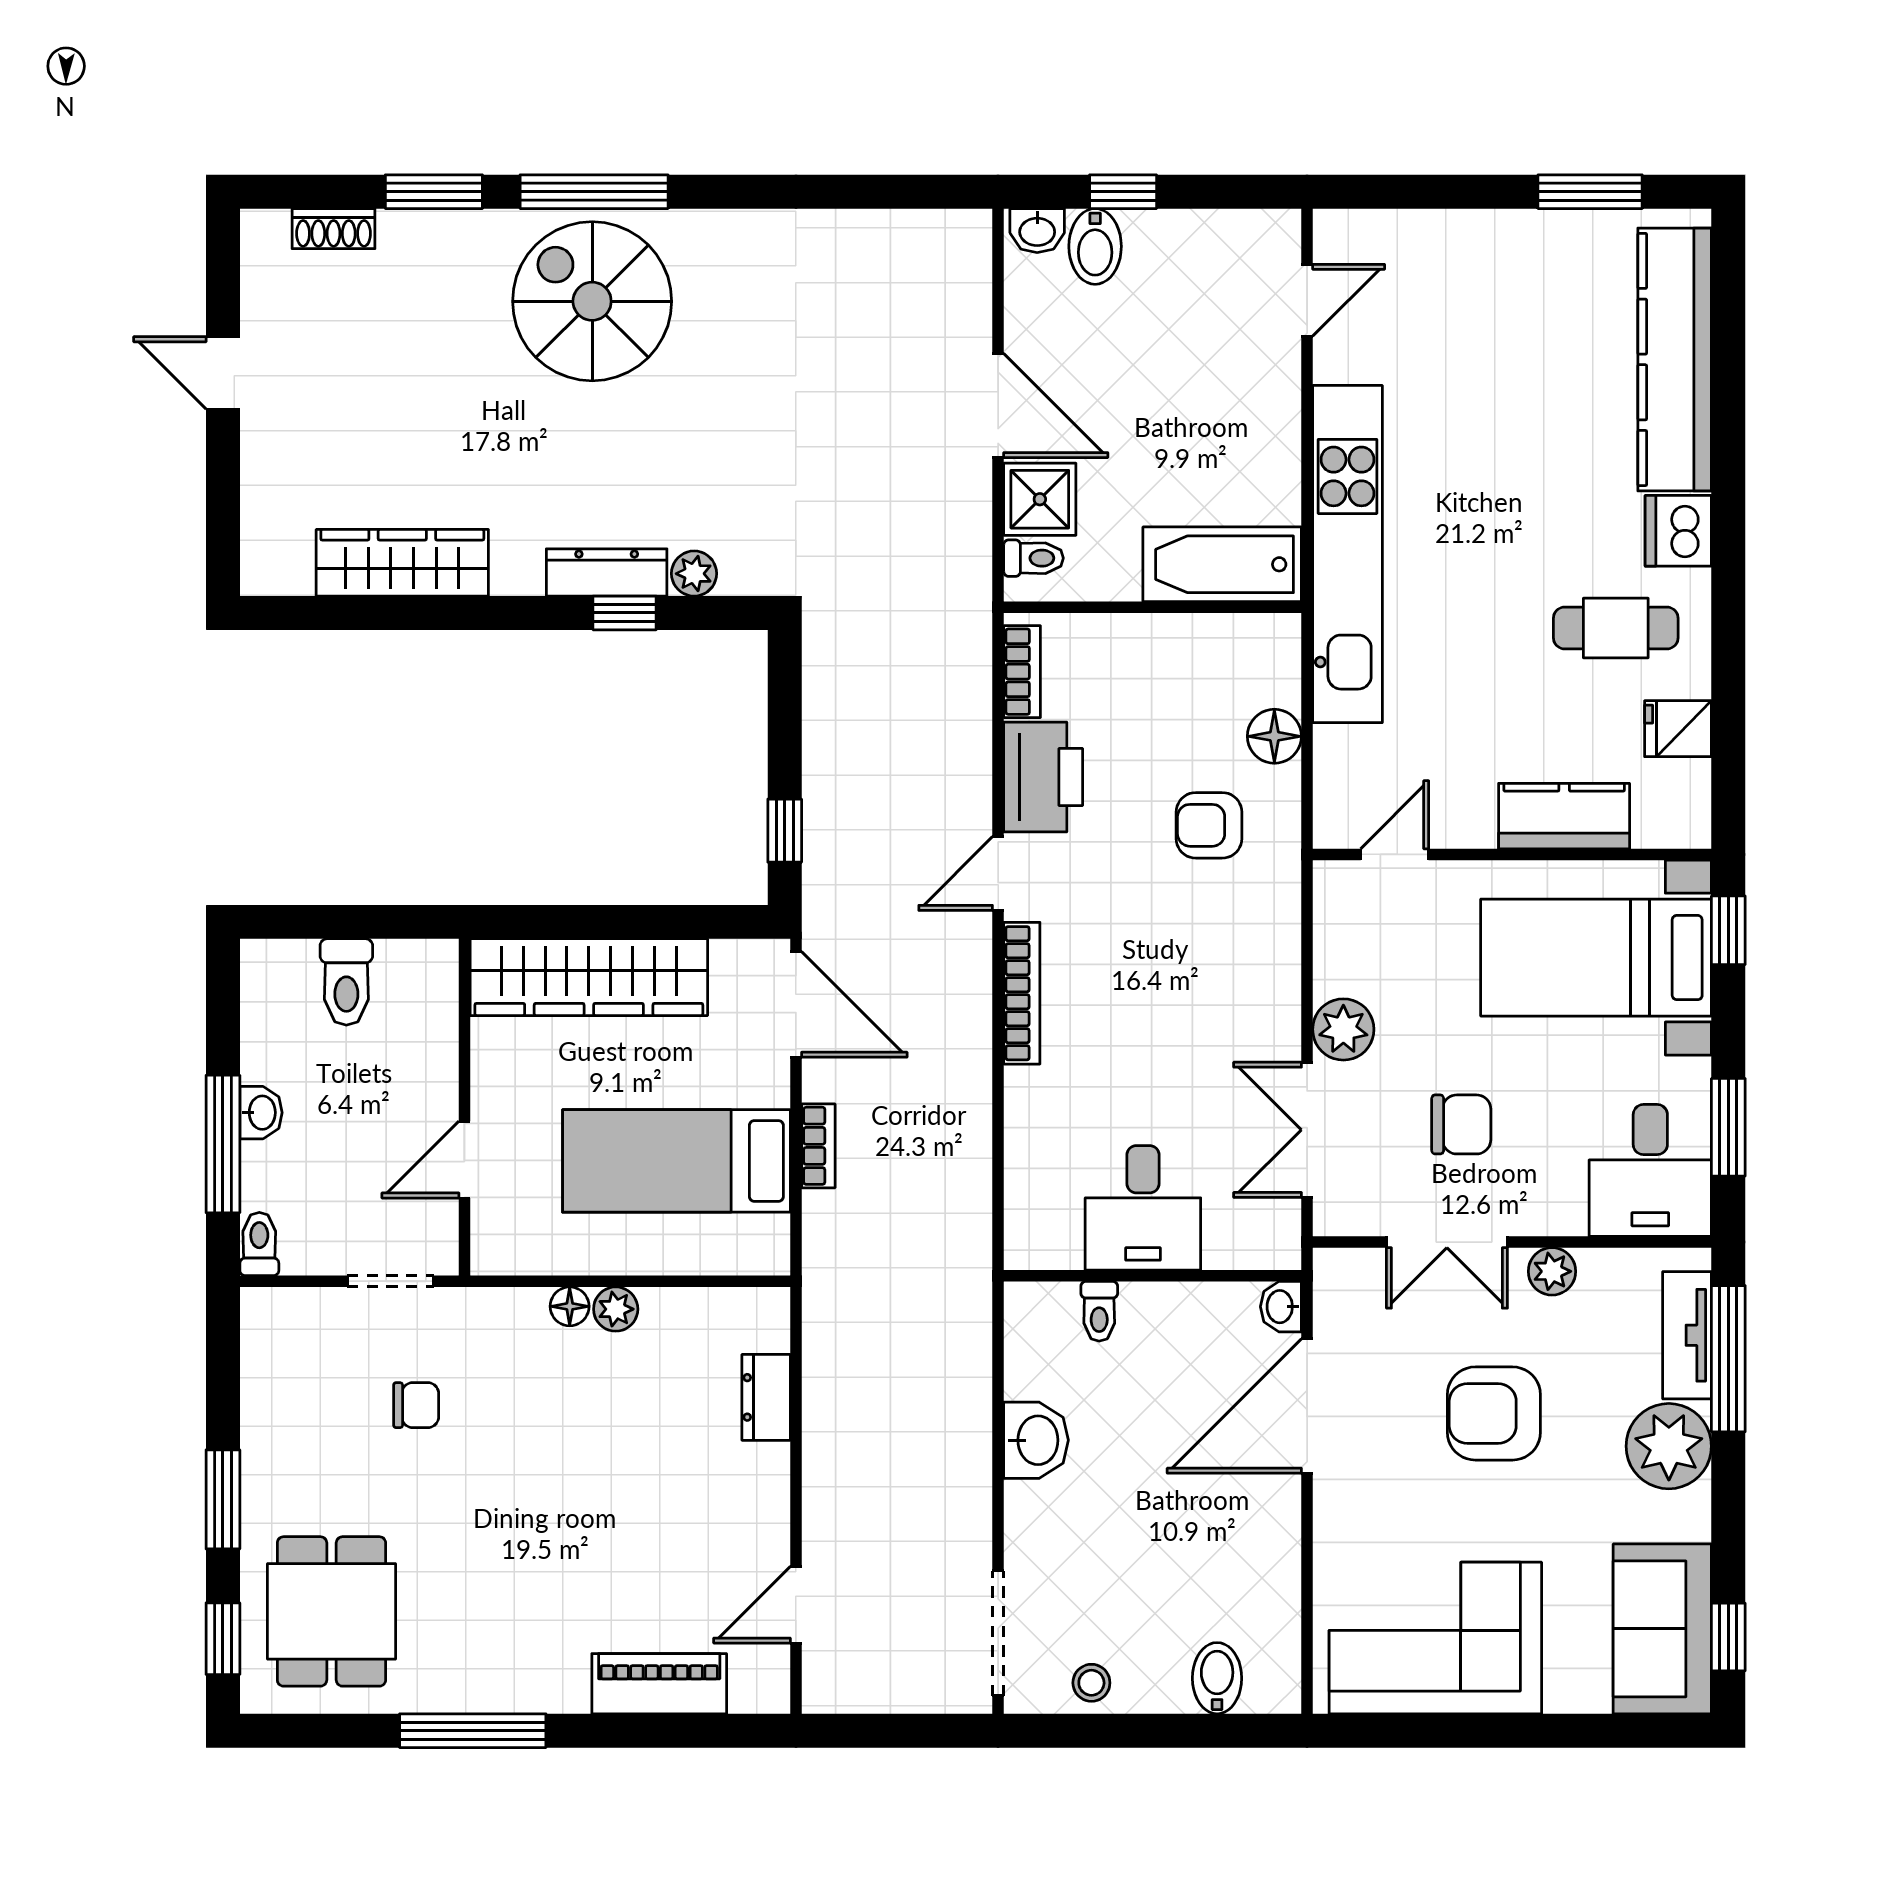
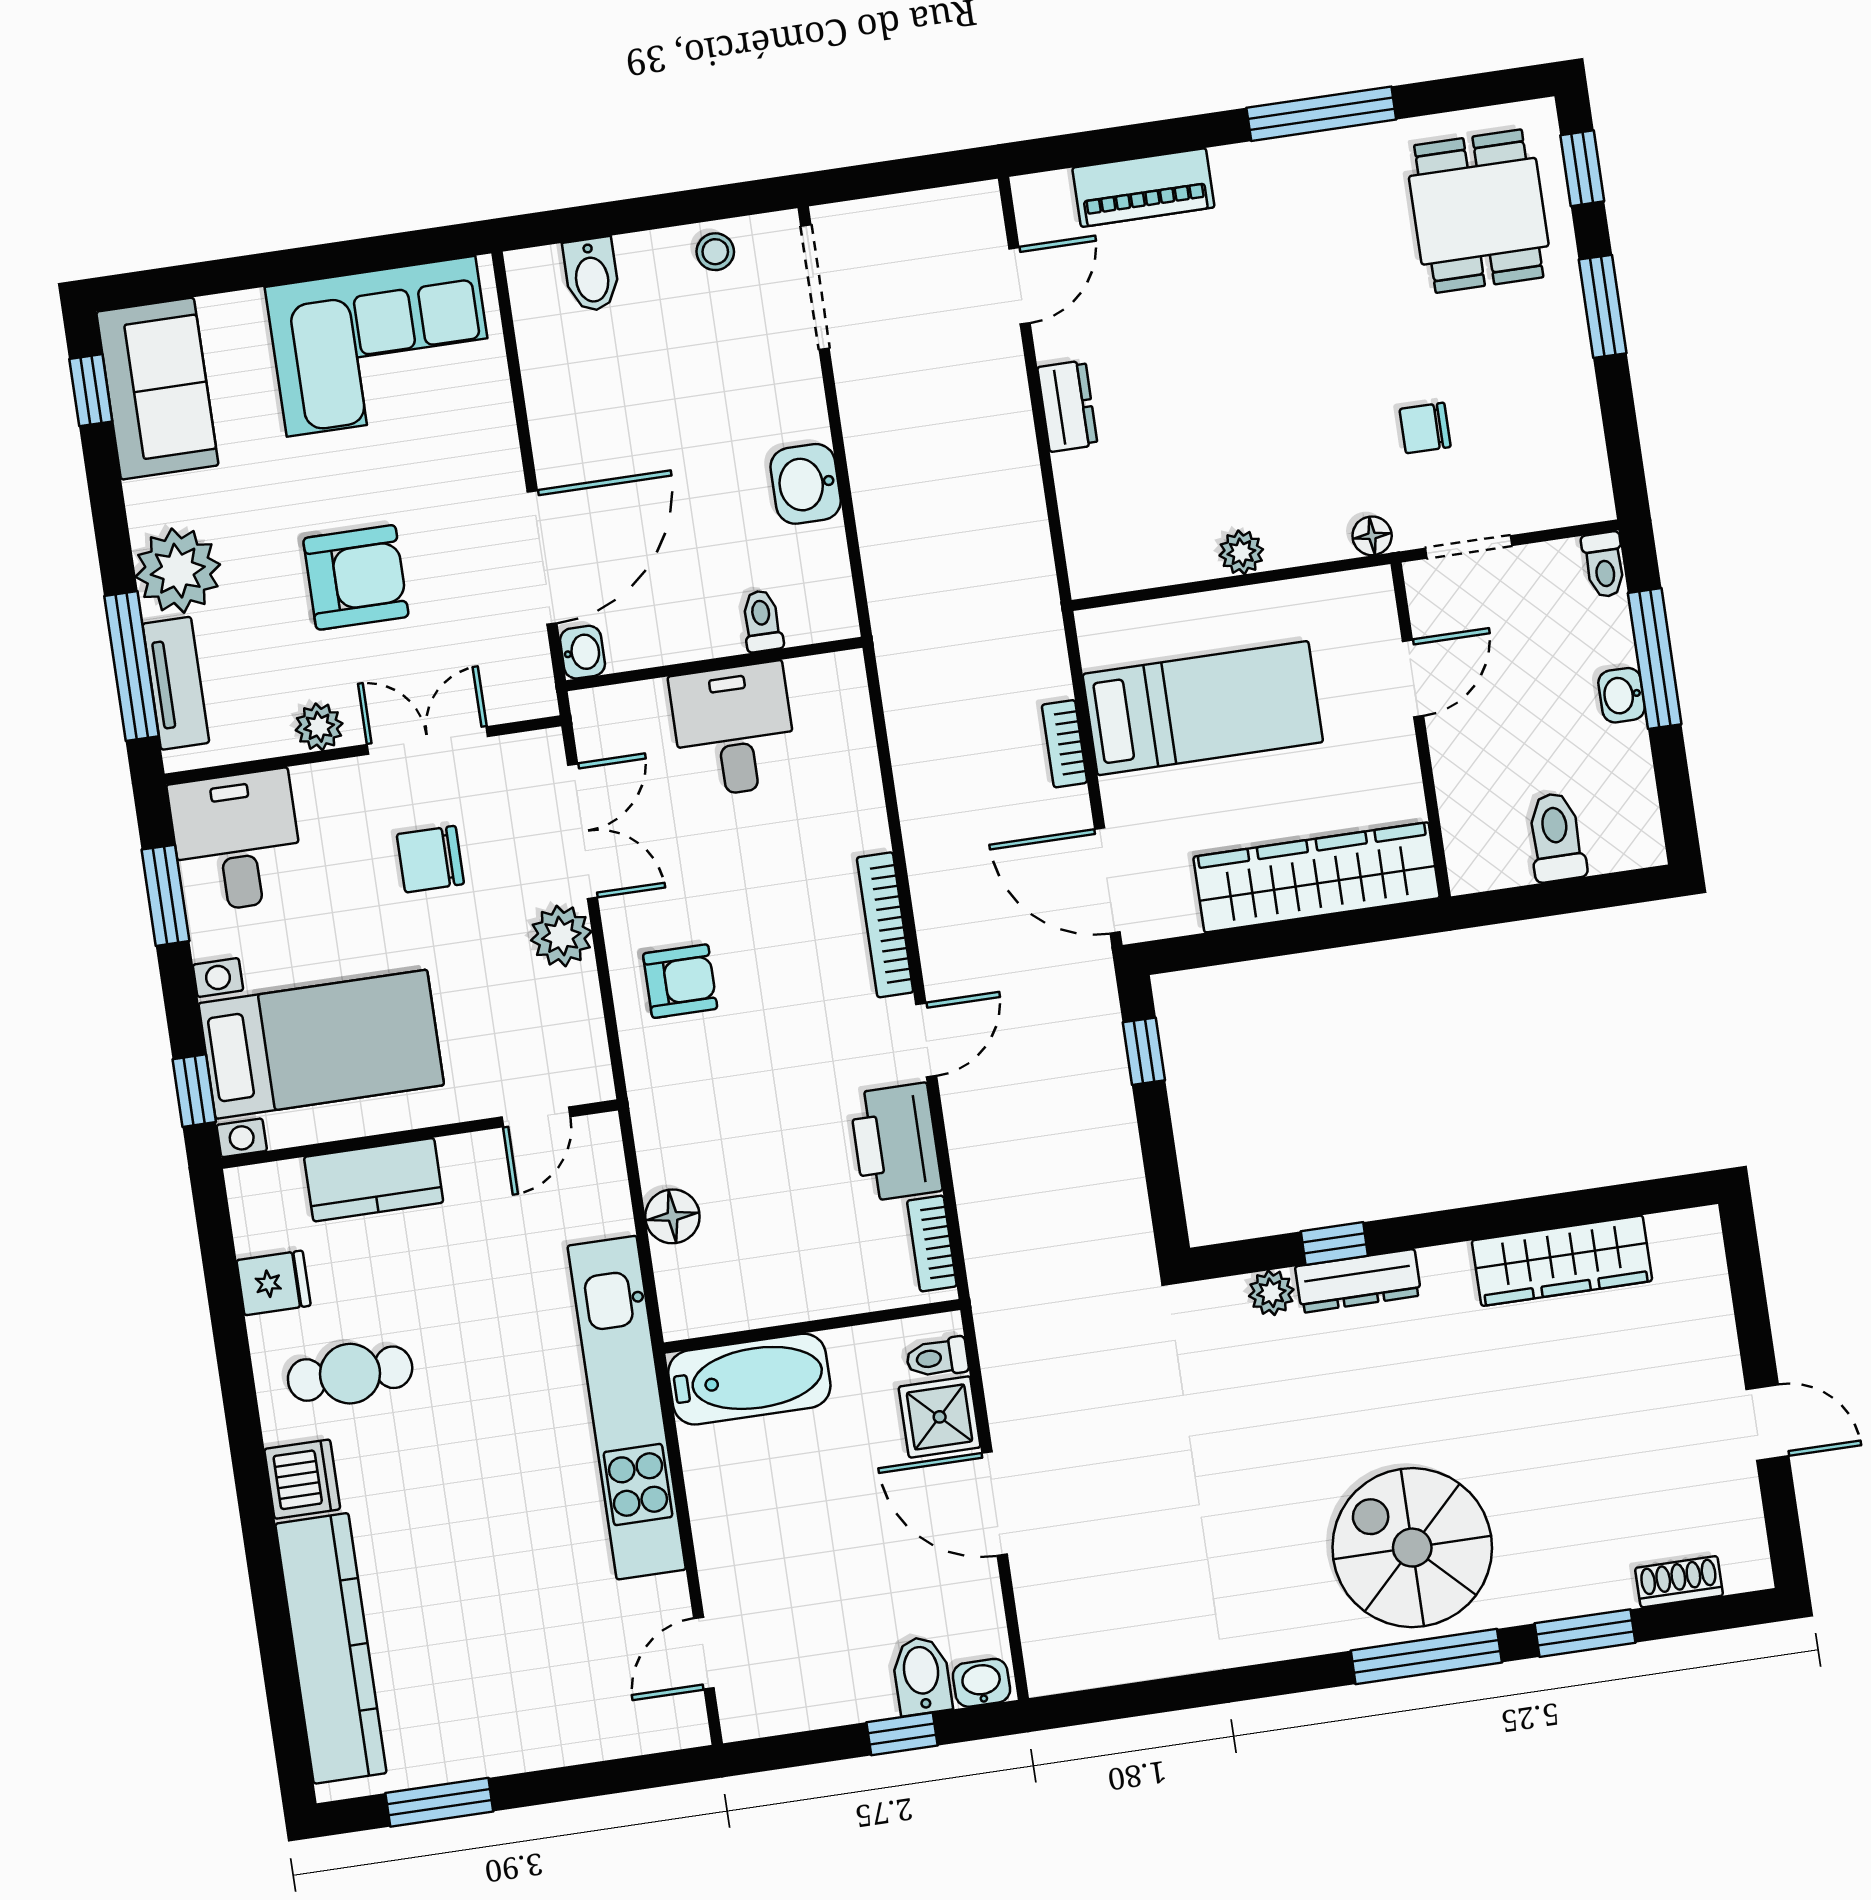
spiral stairs: (592, 301) -> (1412, 1548), turned 180
armchair: (1209, 825) -> (680, 981), moved
floor lamp: (570, 1306) -> (1372, 536), moved
dresser: (766, 1397) -> (1067, 406), moved

